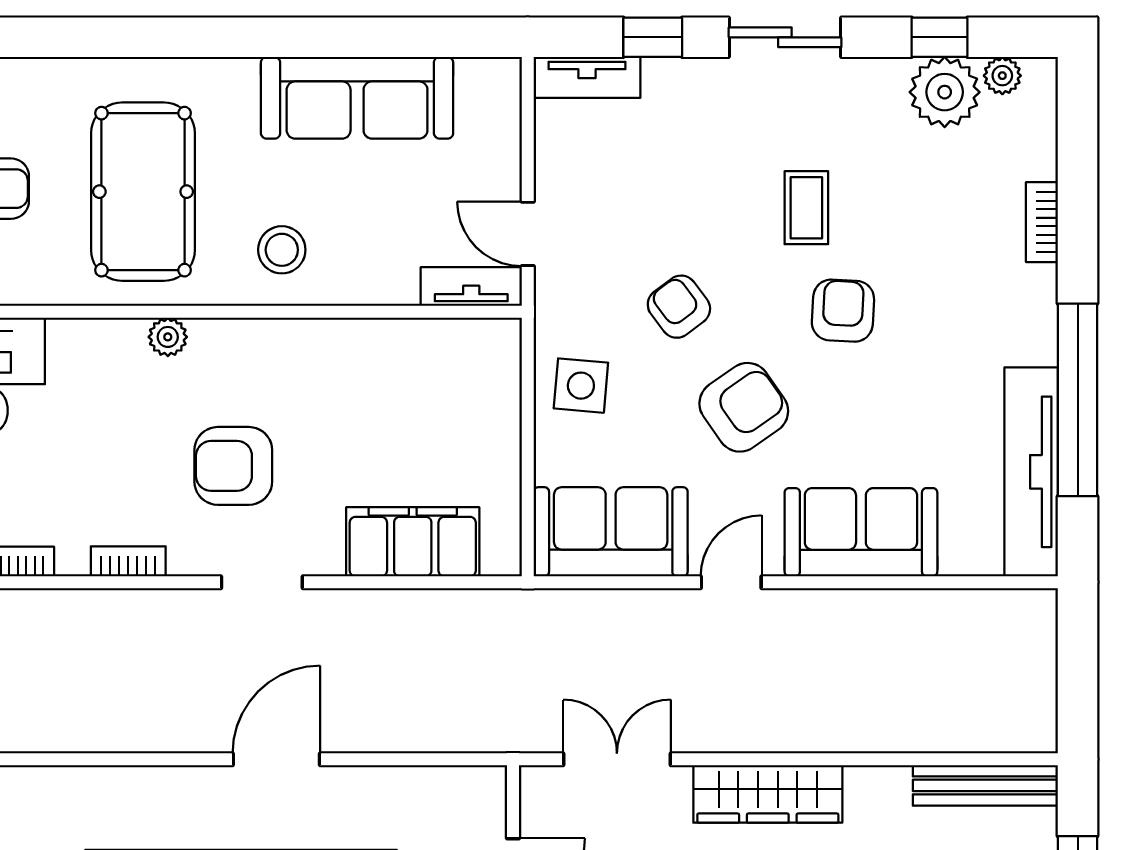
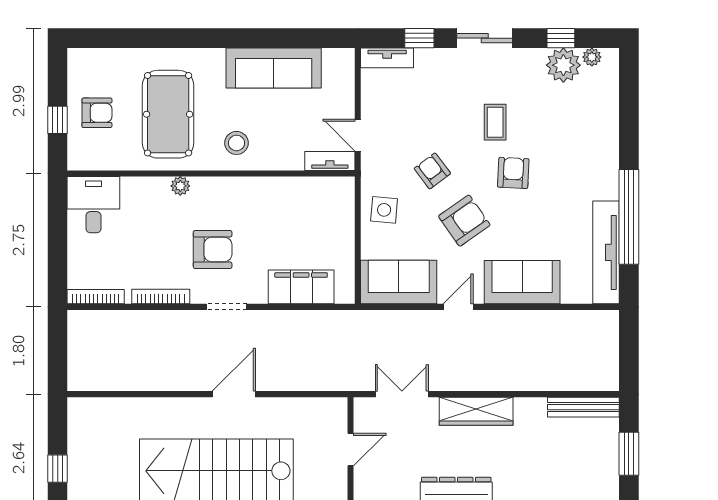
bookcase: (1042, 222) -> (611, 129), removed
armchair: (233, 466) -> (213, 249), turned 180
bookcase: (128, 561) -> (161, 297), width x1.56

